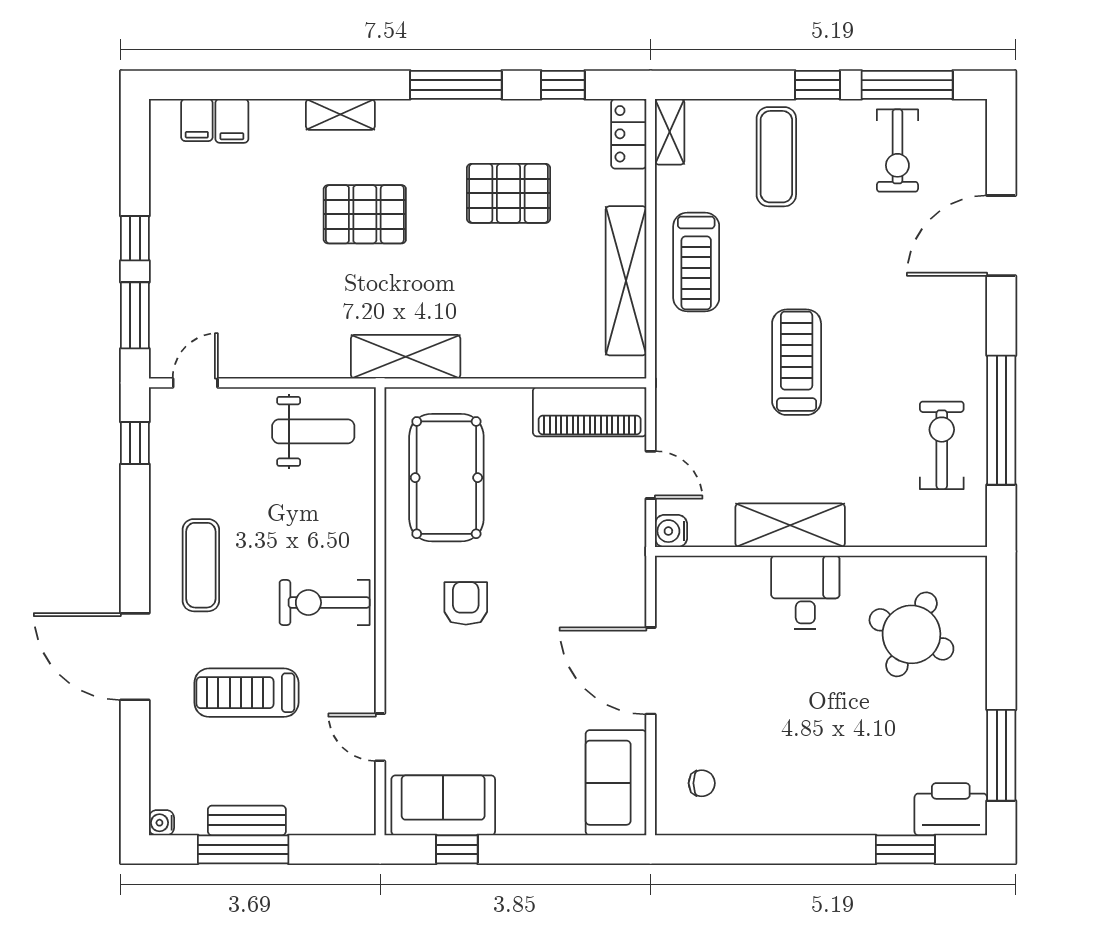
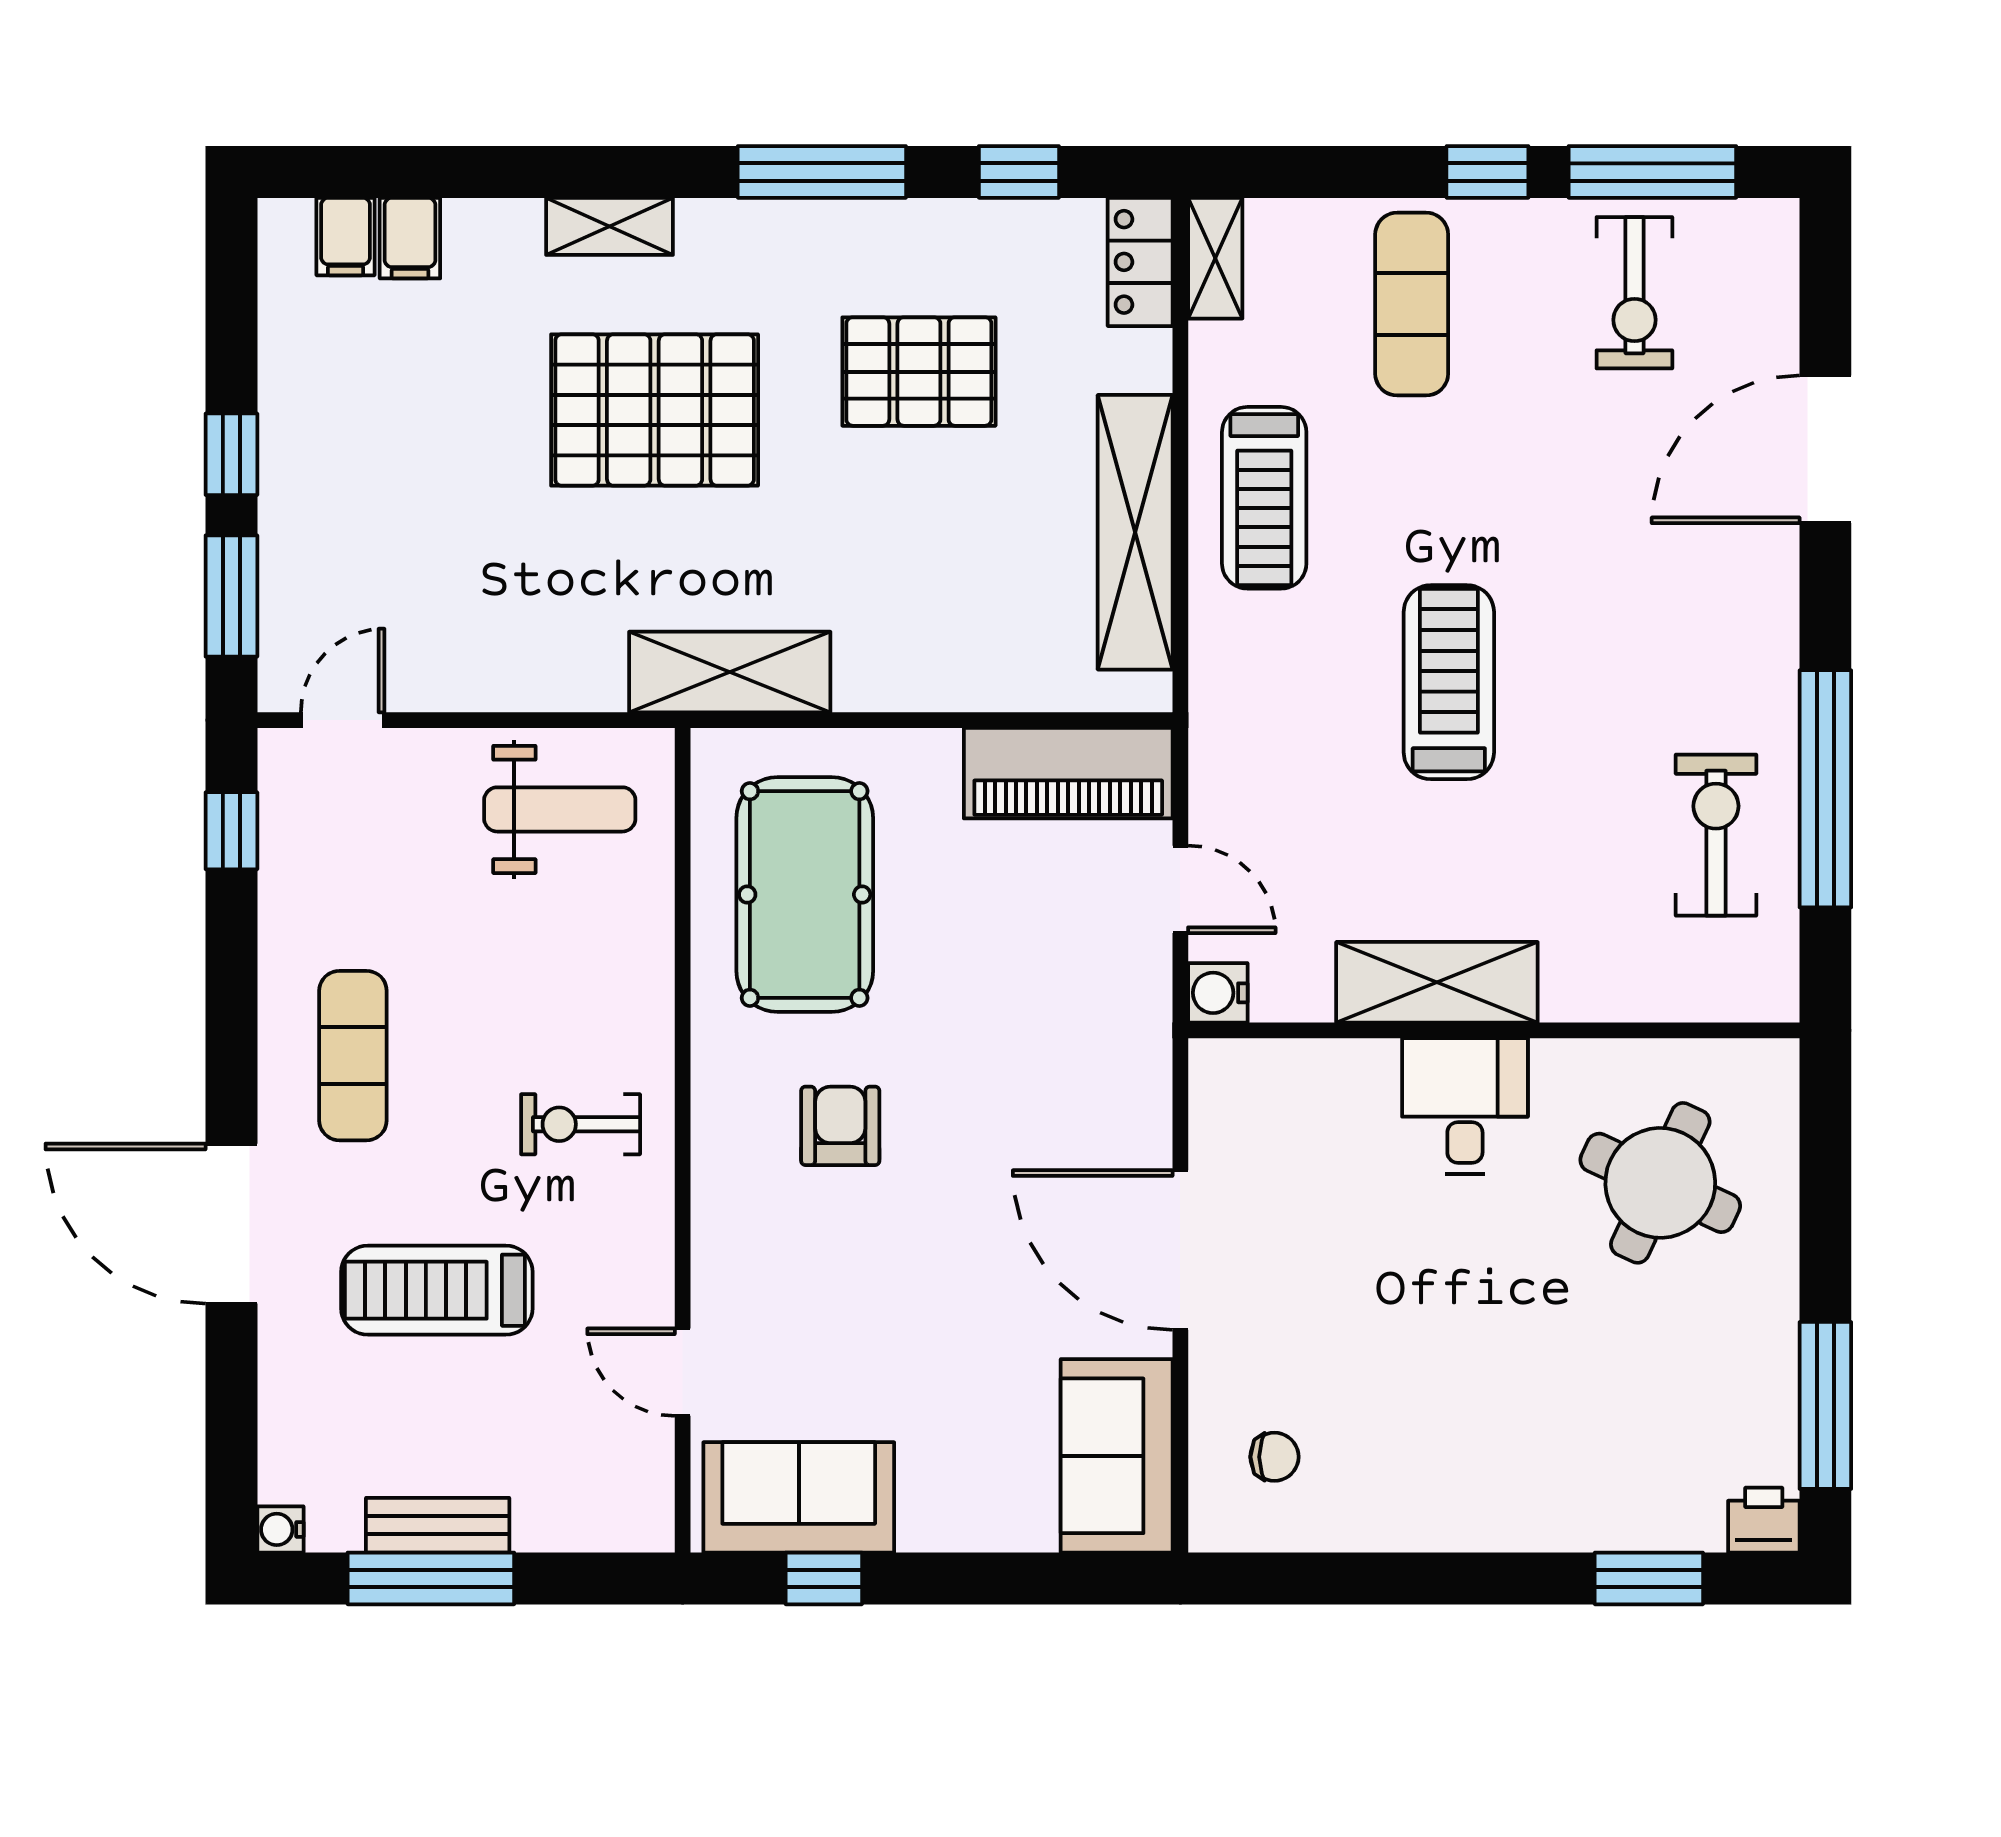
pallet: (365, 214) -> (655, 410), width x1.37, depth x1.41
exercise bike: (325, 603) -> (581, 1124), width x0.73, depth x0.72
printer: (951, 809) -> (1764, 1520), width x0.53, depth x0.68

